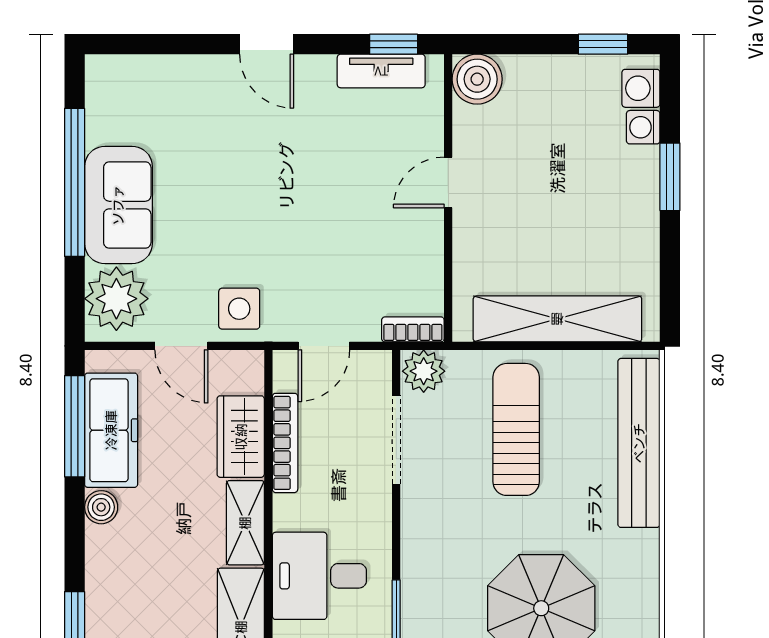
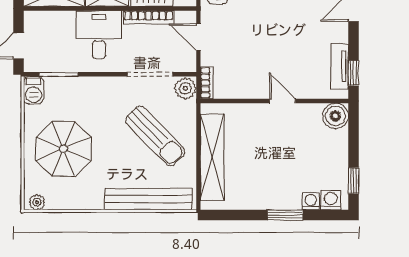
sun lounger: (516, 429) -> (155, 136), turned 46
desk: (319, 576) -> (99, 35), moved

